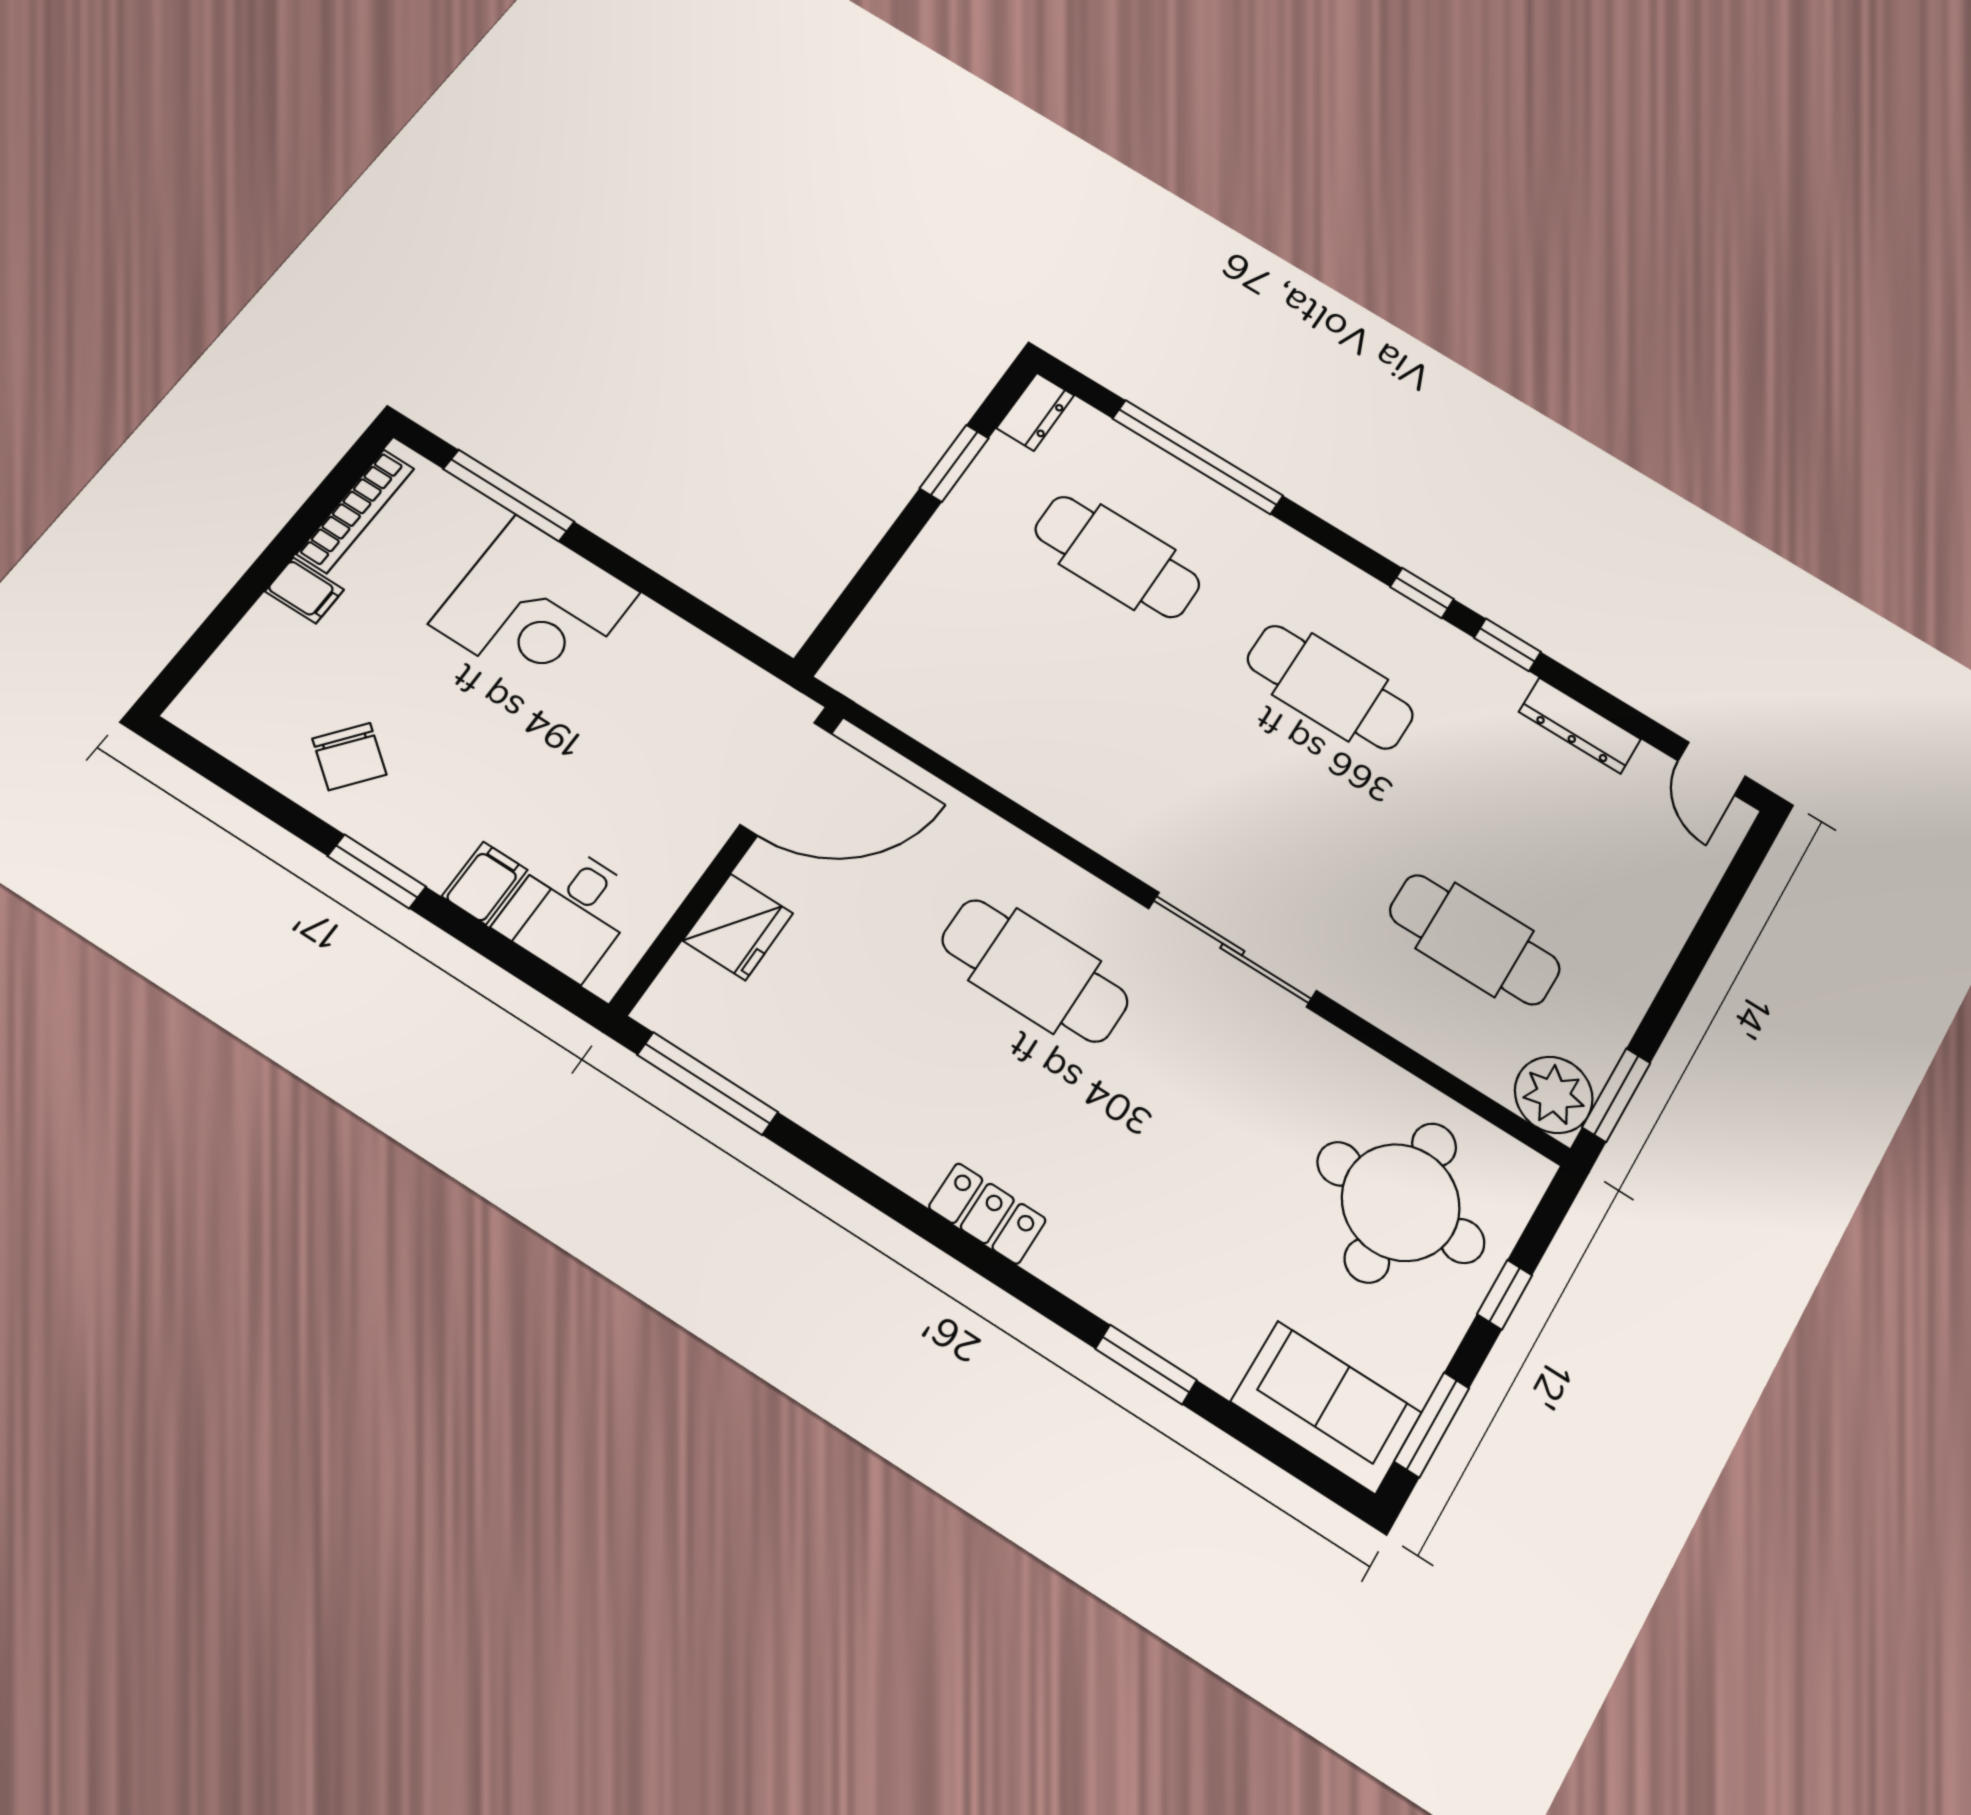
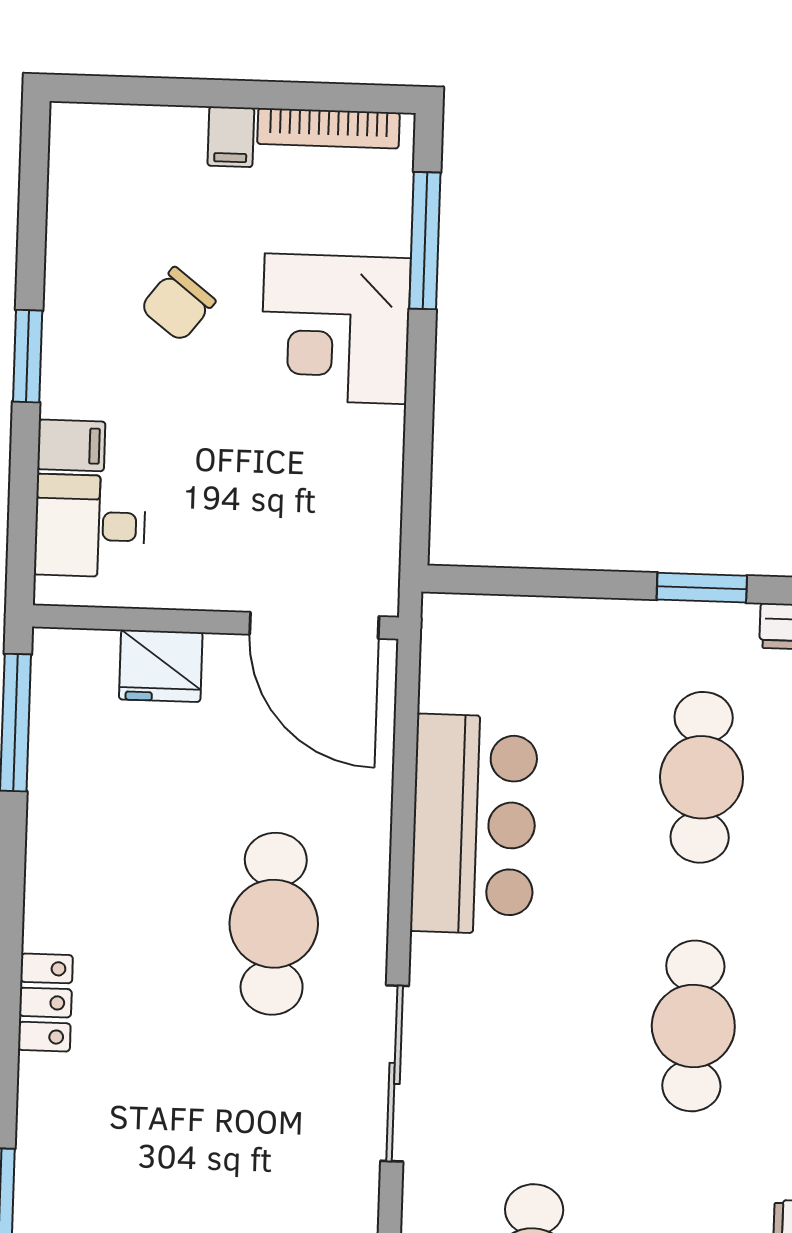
bar counter: (1047, 755) -> (474, 824), added
chair: (349, 757) -> (178, 304), moved

